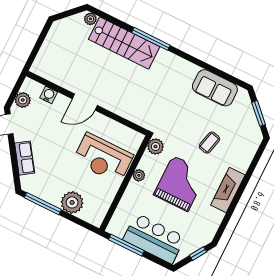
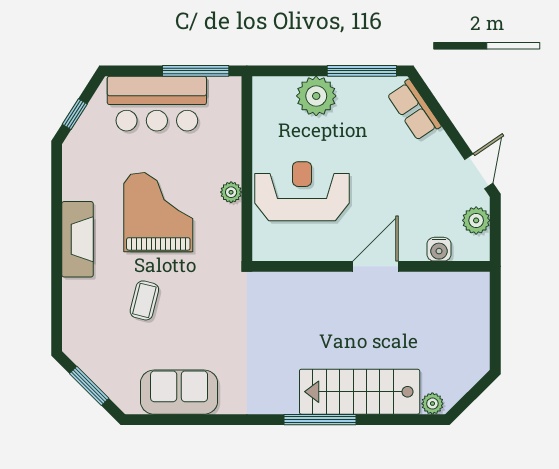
plant: (156, 146) -> (227, 251), removed
row of seats: (25, 158) -> (414, 110), moved
grand piano: (180, 183) -> (158, 212), turned 180

